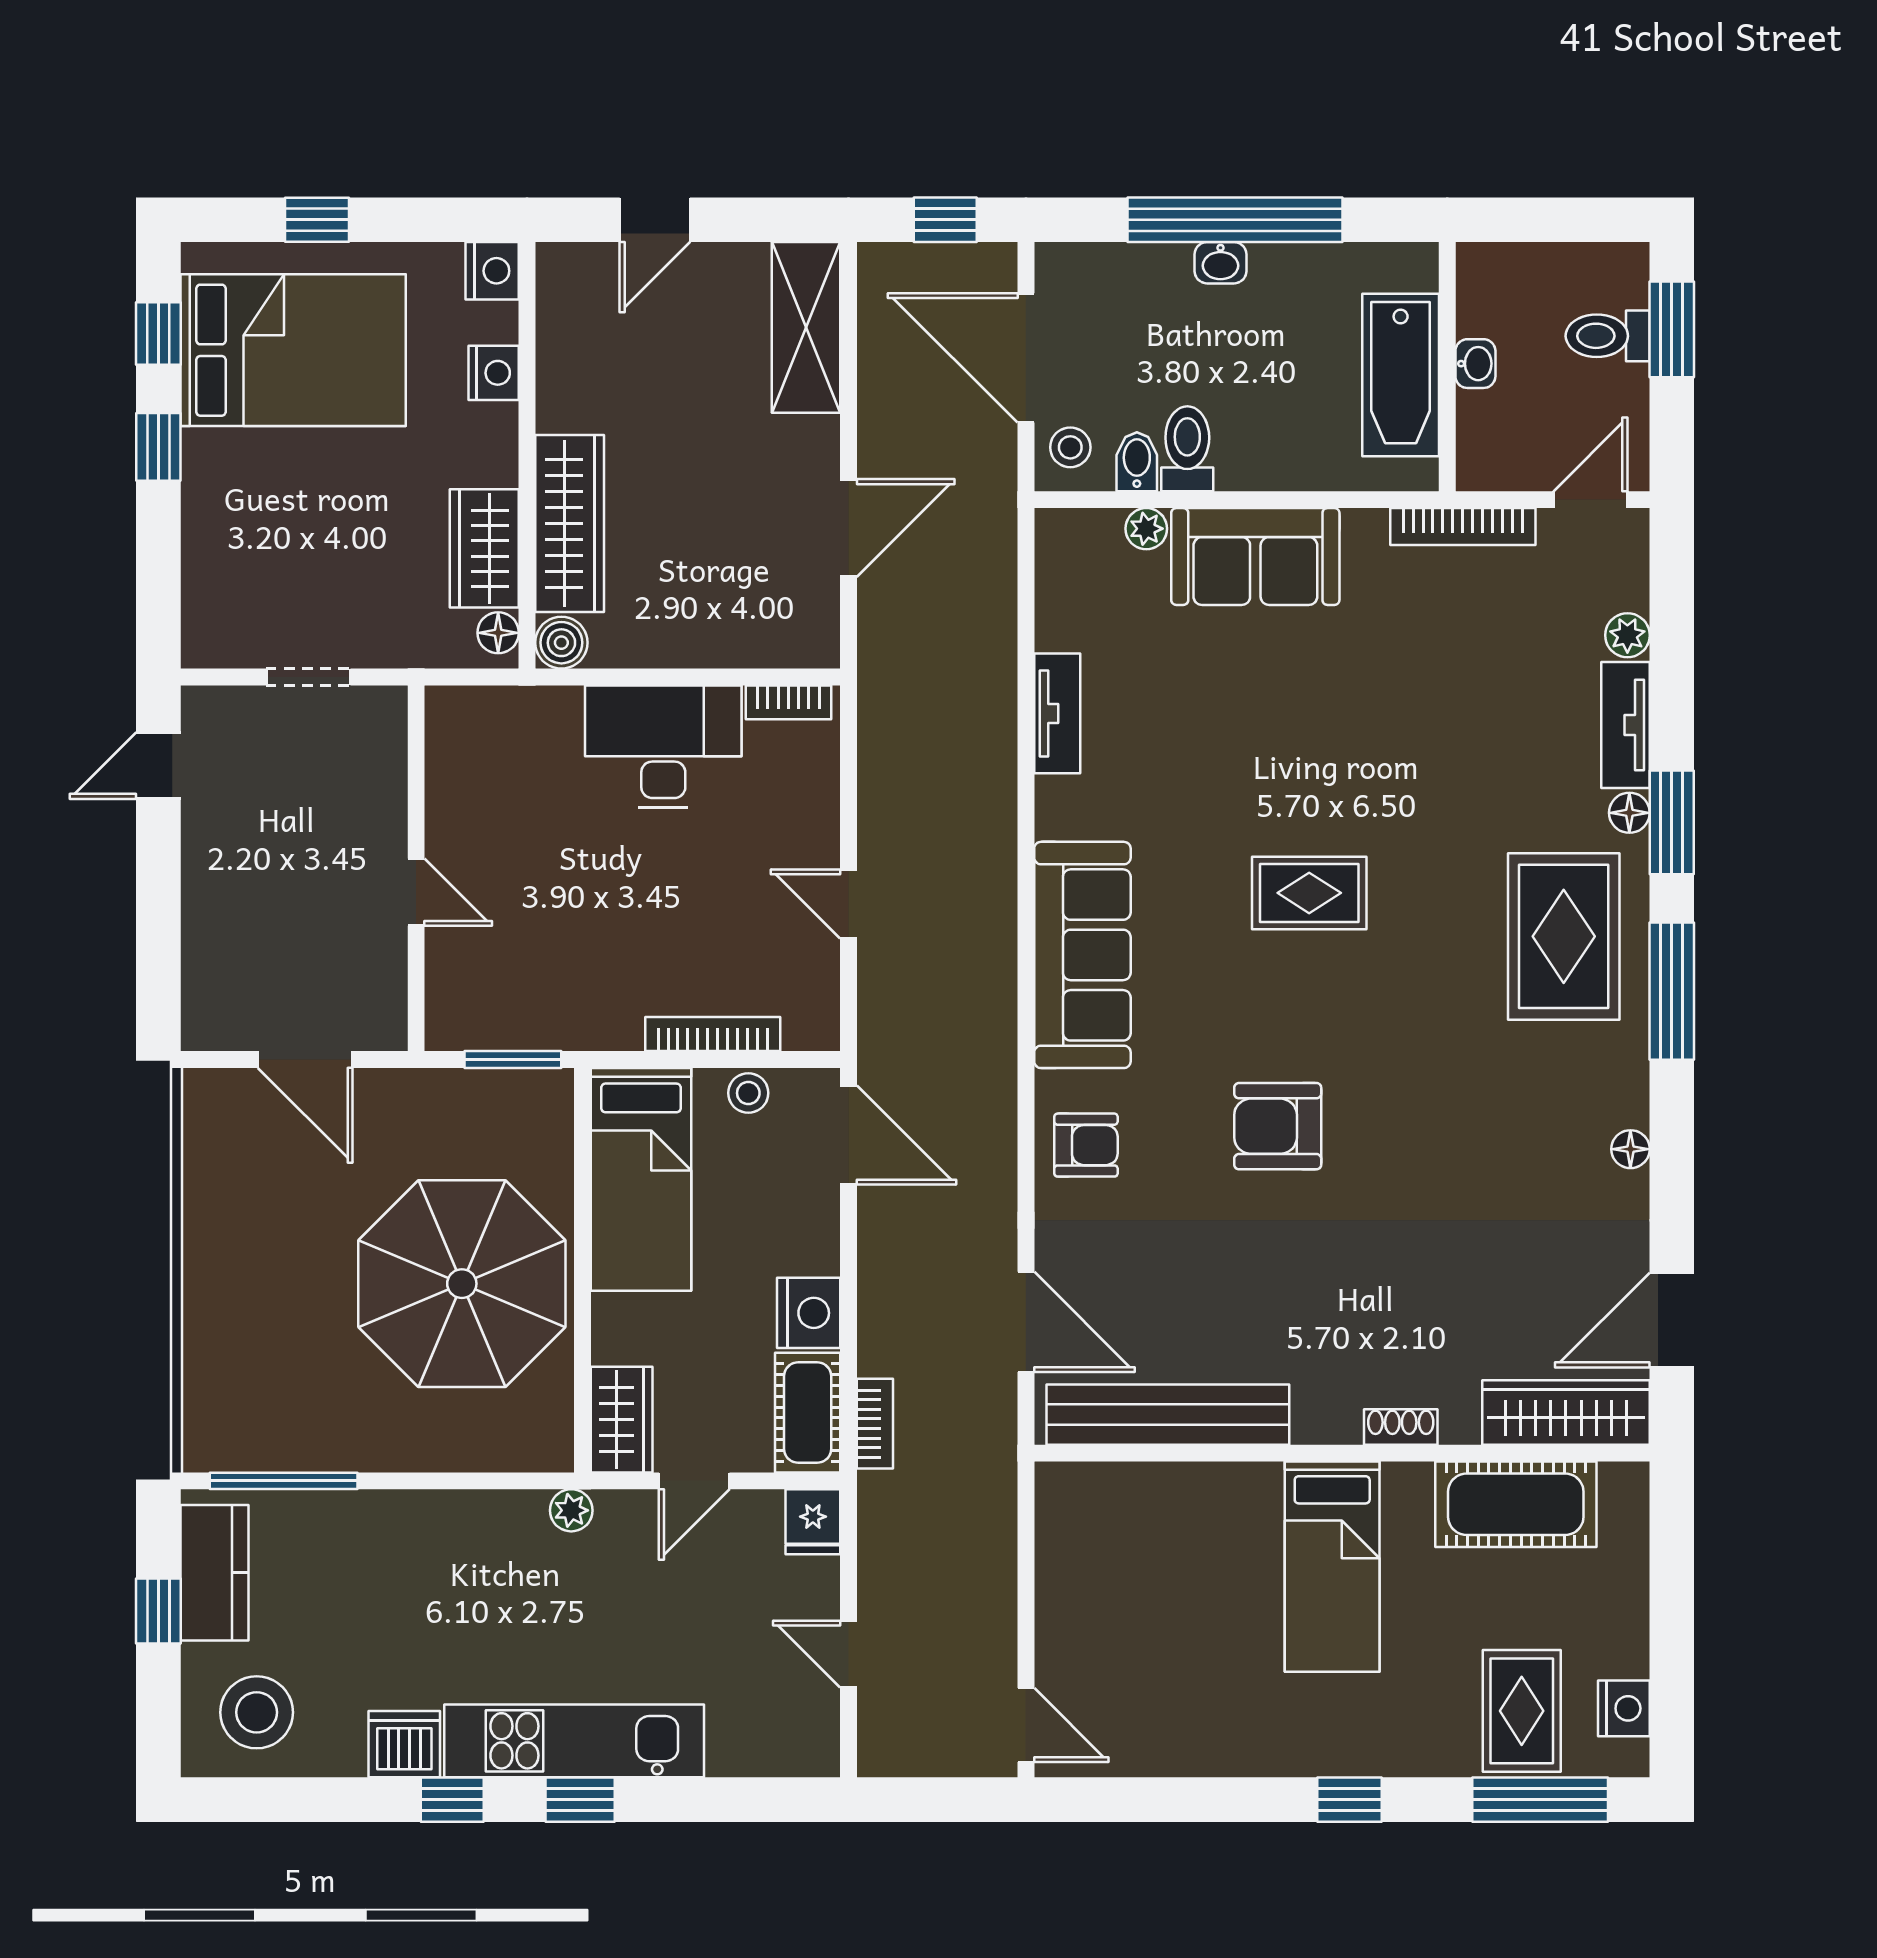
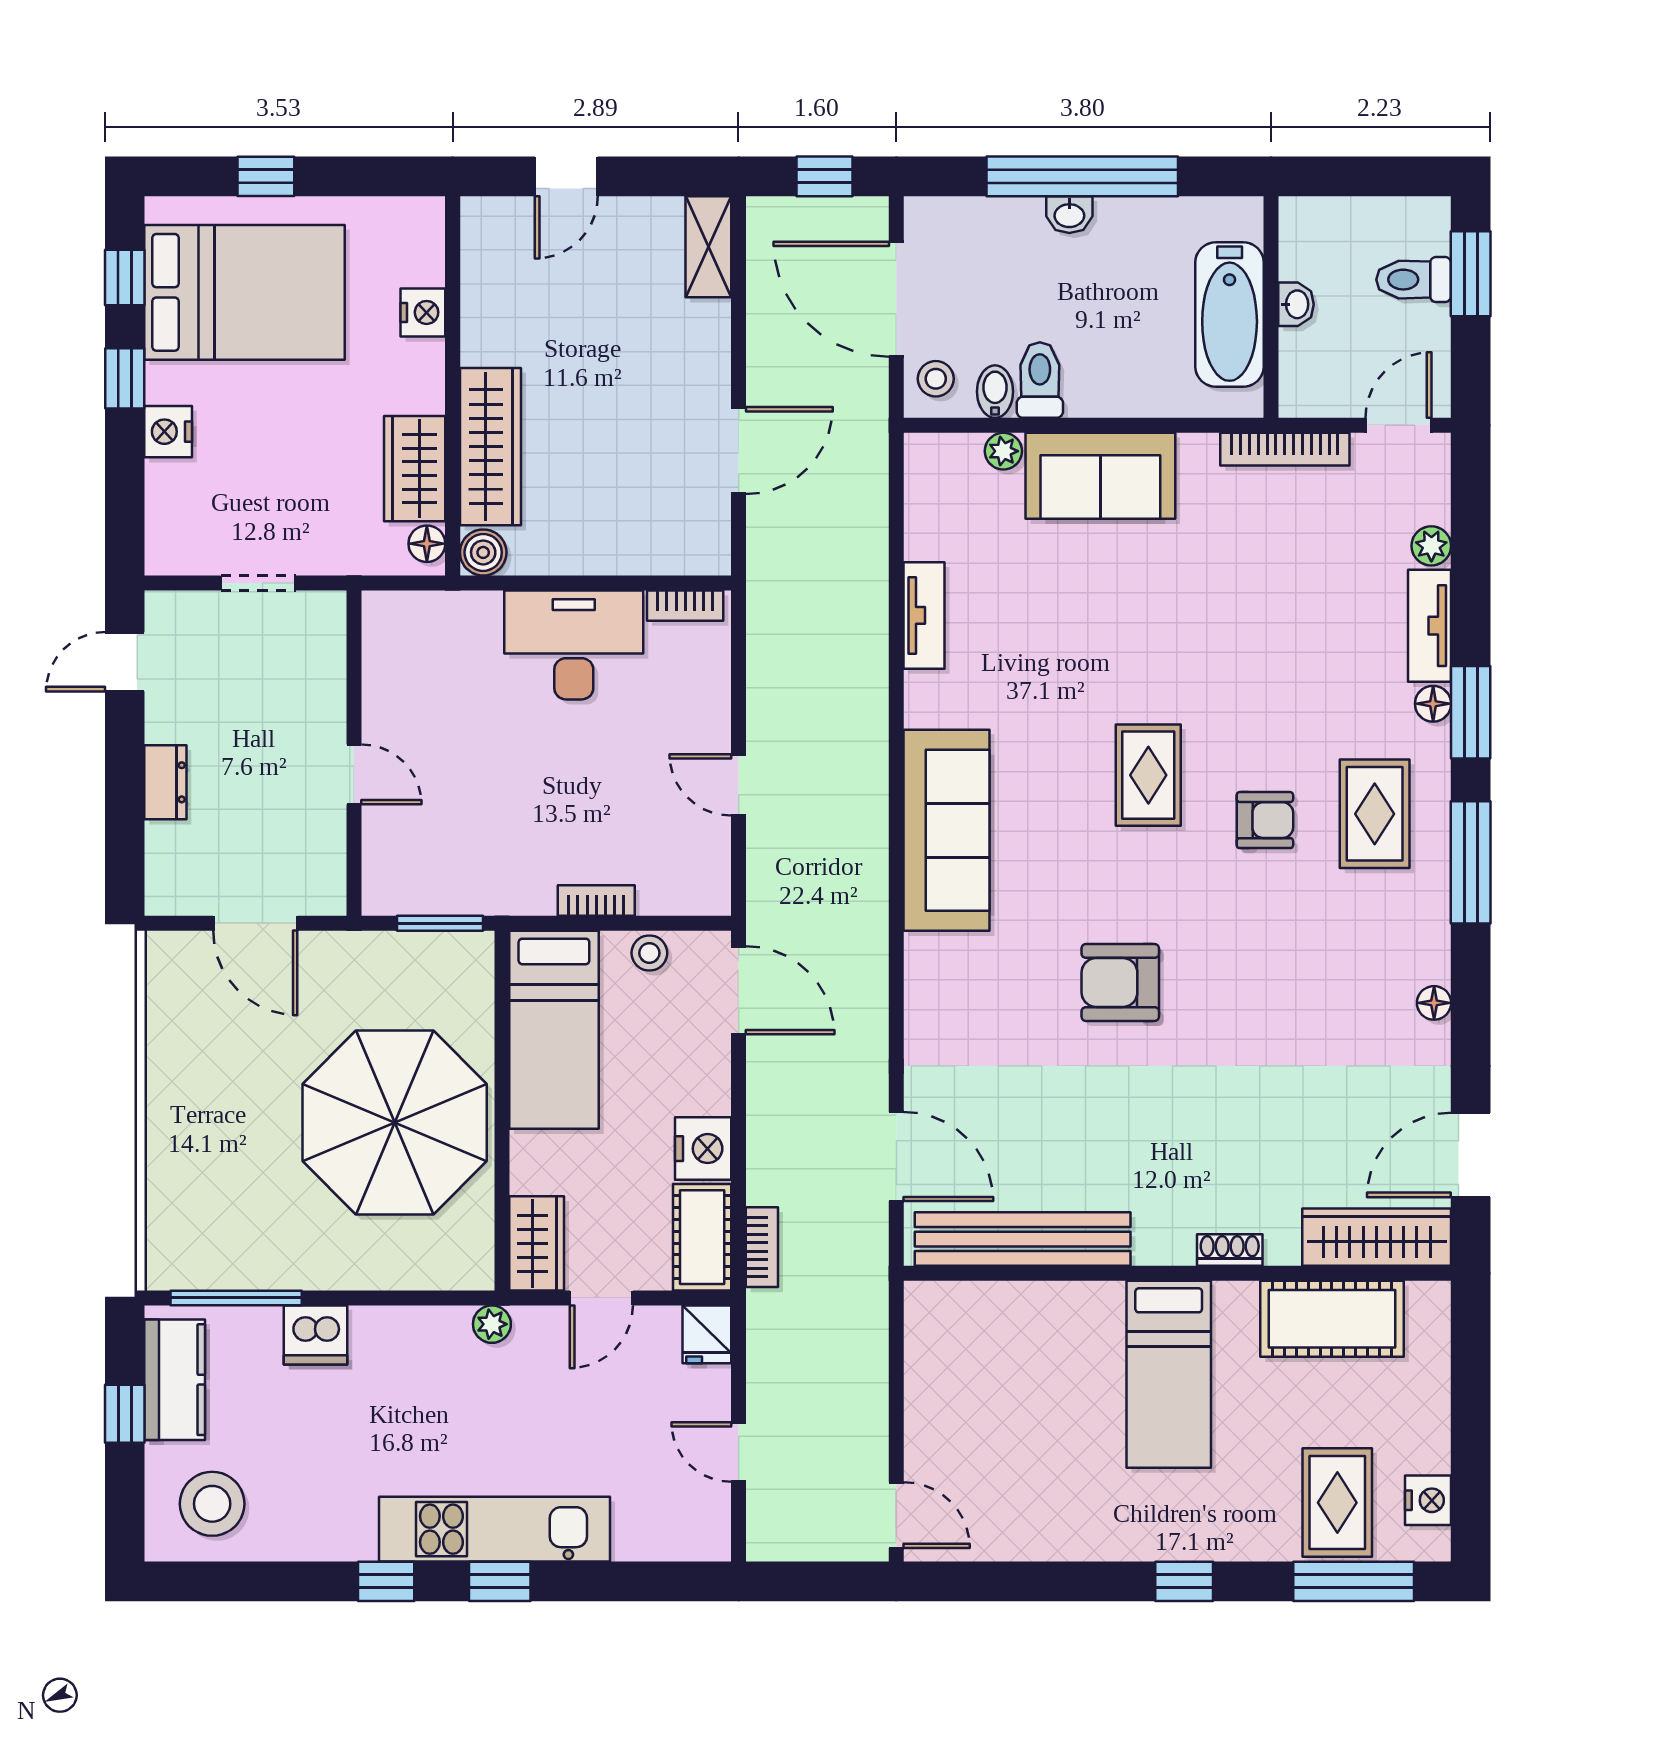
nightstand: (492, 271) -> (168, 432), moved, turned 180
shelving: (806, 327) -> (708, 247), width x0.67, depth x0.75
rug: (1309, 893) -> (1148, 775), turned 90
dresser: (204, 901) -> (165, 782), added
rug: (1564, 936) -> (1375, 814), width x0.73, depth x0.70
bookcase: (713, 1034) -> (596, 901), width x0.64
armchair: (1086, 1145) -> (1265, 820), moved
dishwasher: (404, 1744) -> (316, 1335), moved, turned 180

